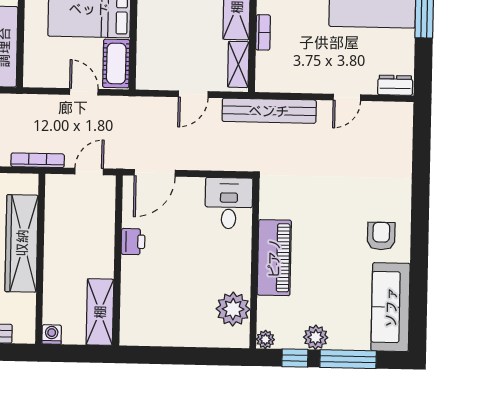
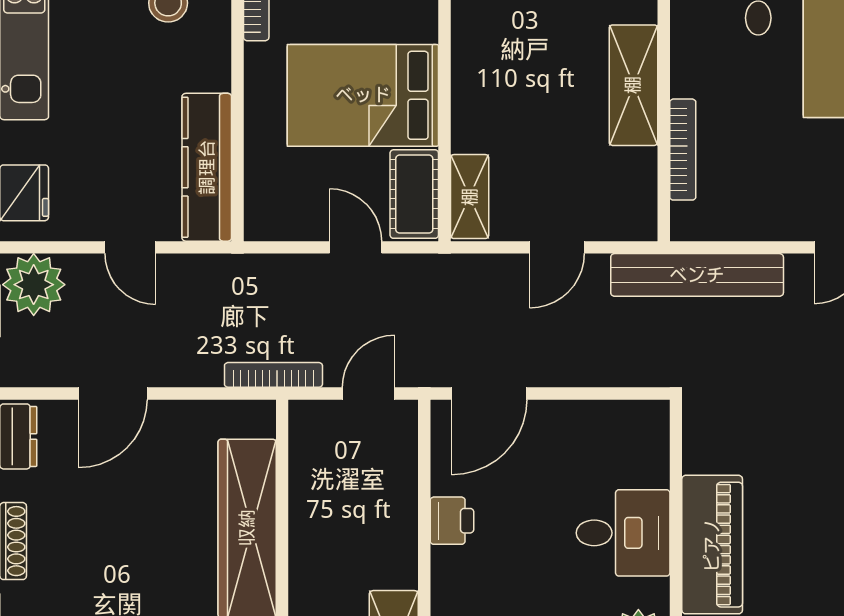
bookcase: (263, 32) -> (683, 150), width x1.56
shelving: (238, 64) -> (470, 197), moved
desk: (229, 203) -> (623, 533), moved, turned 90

